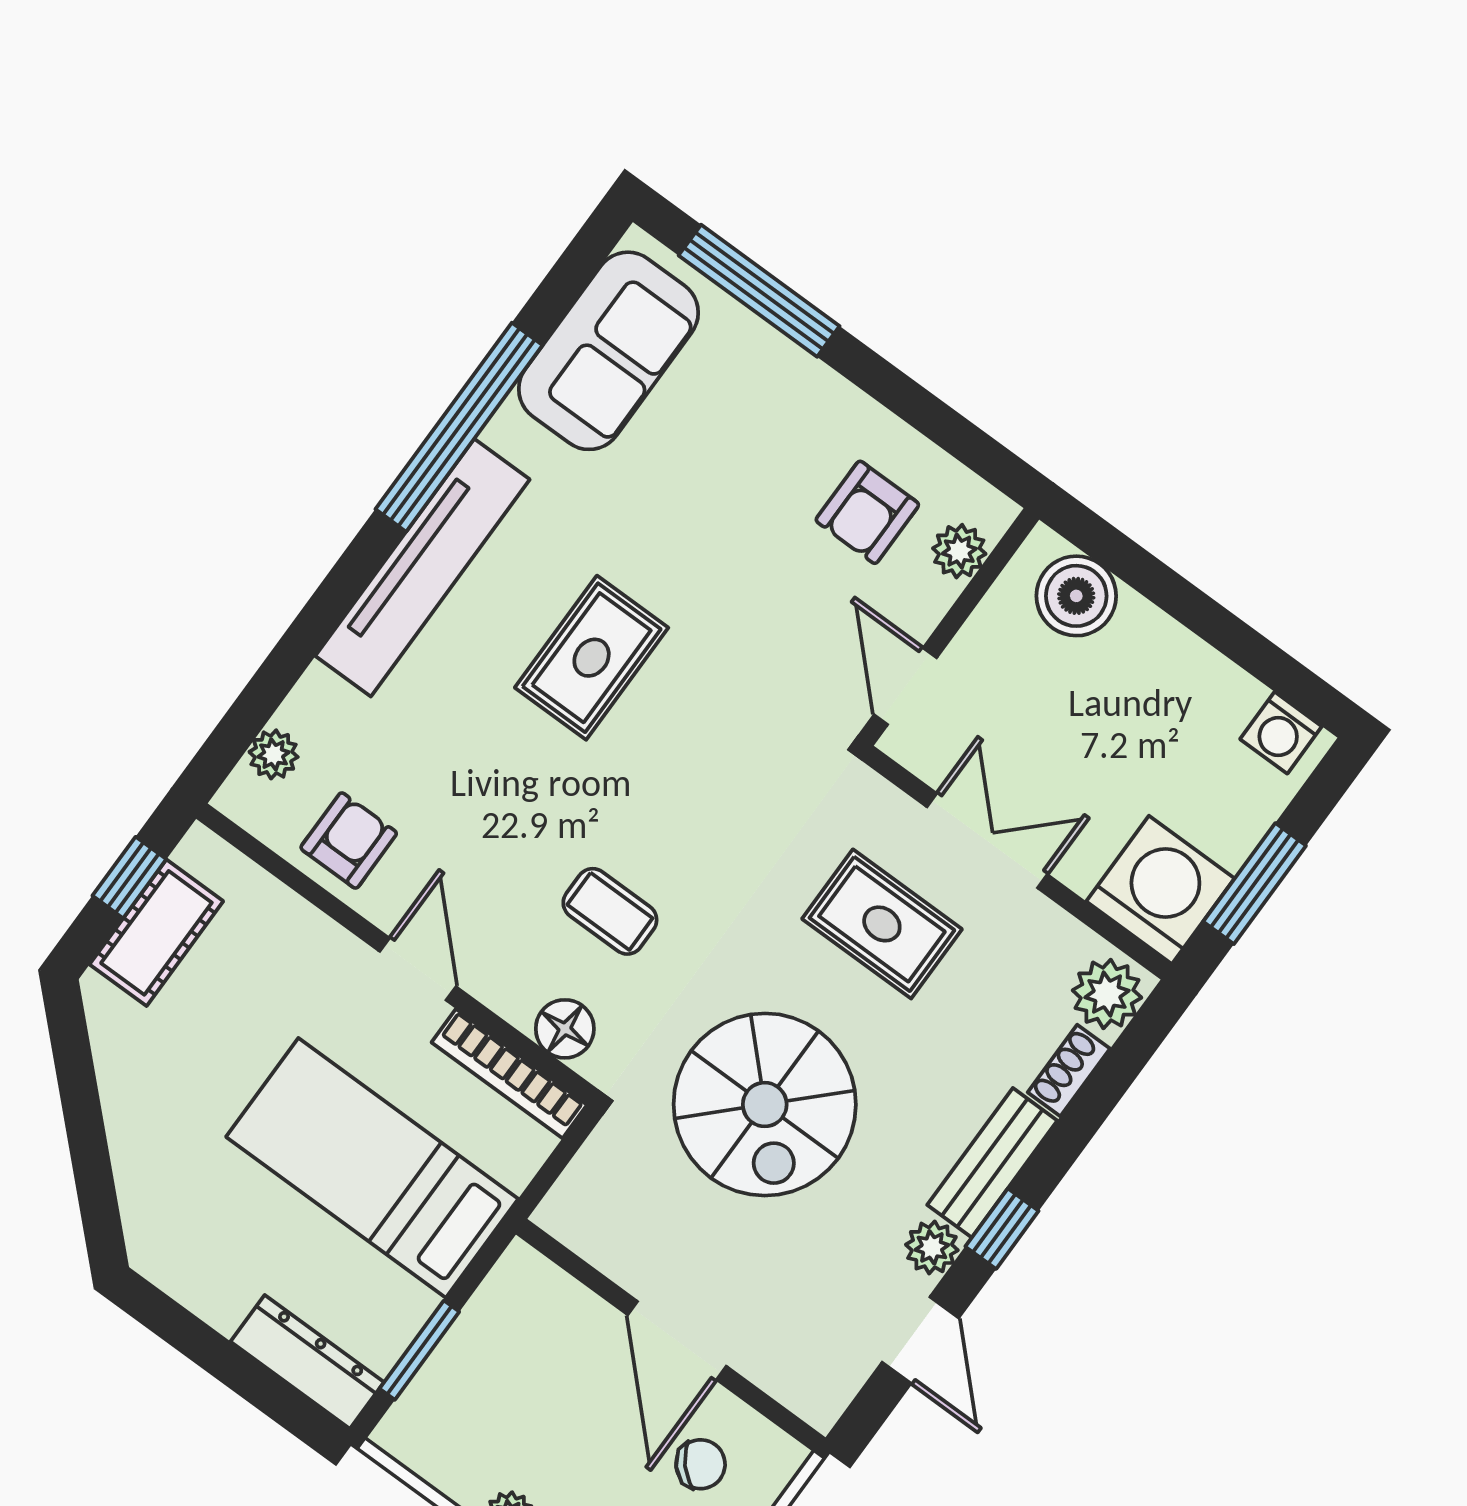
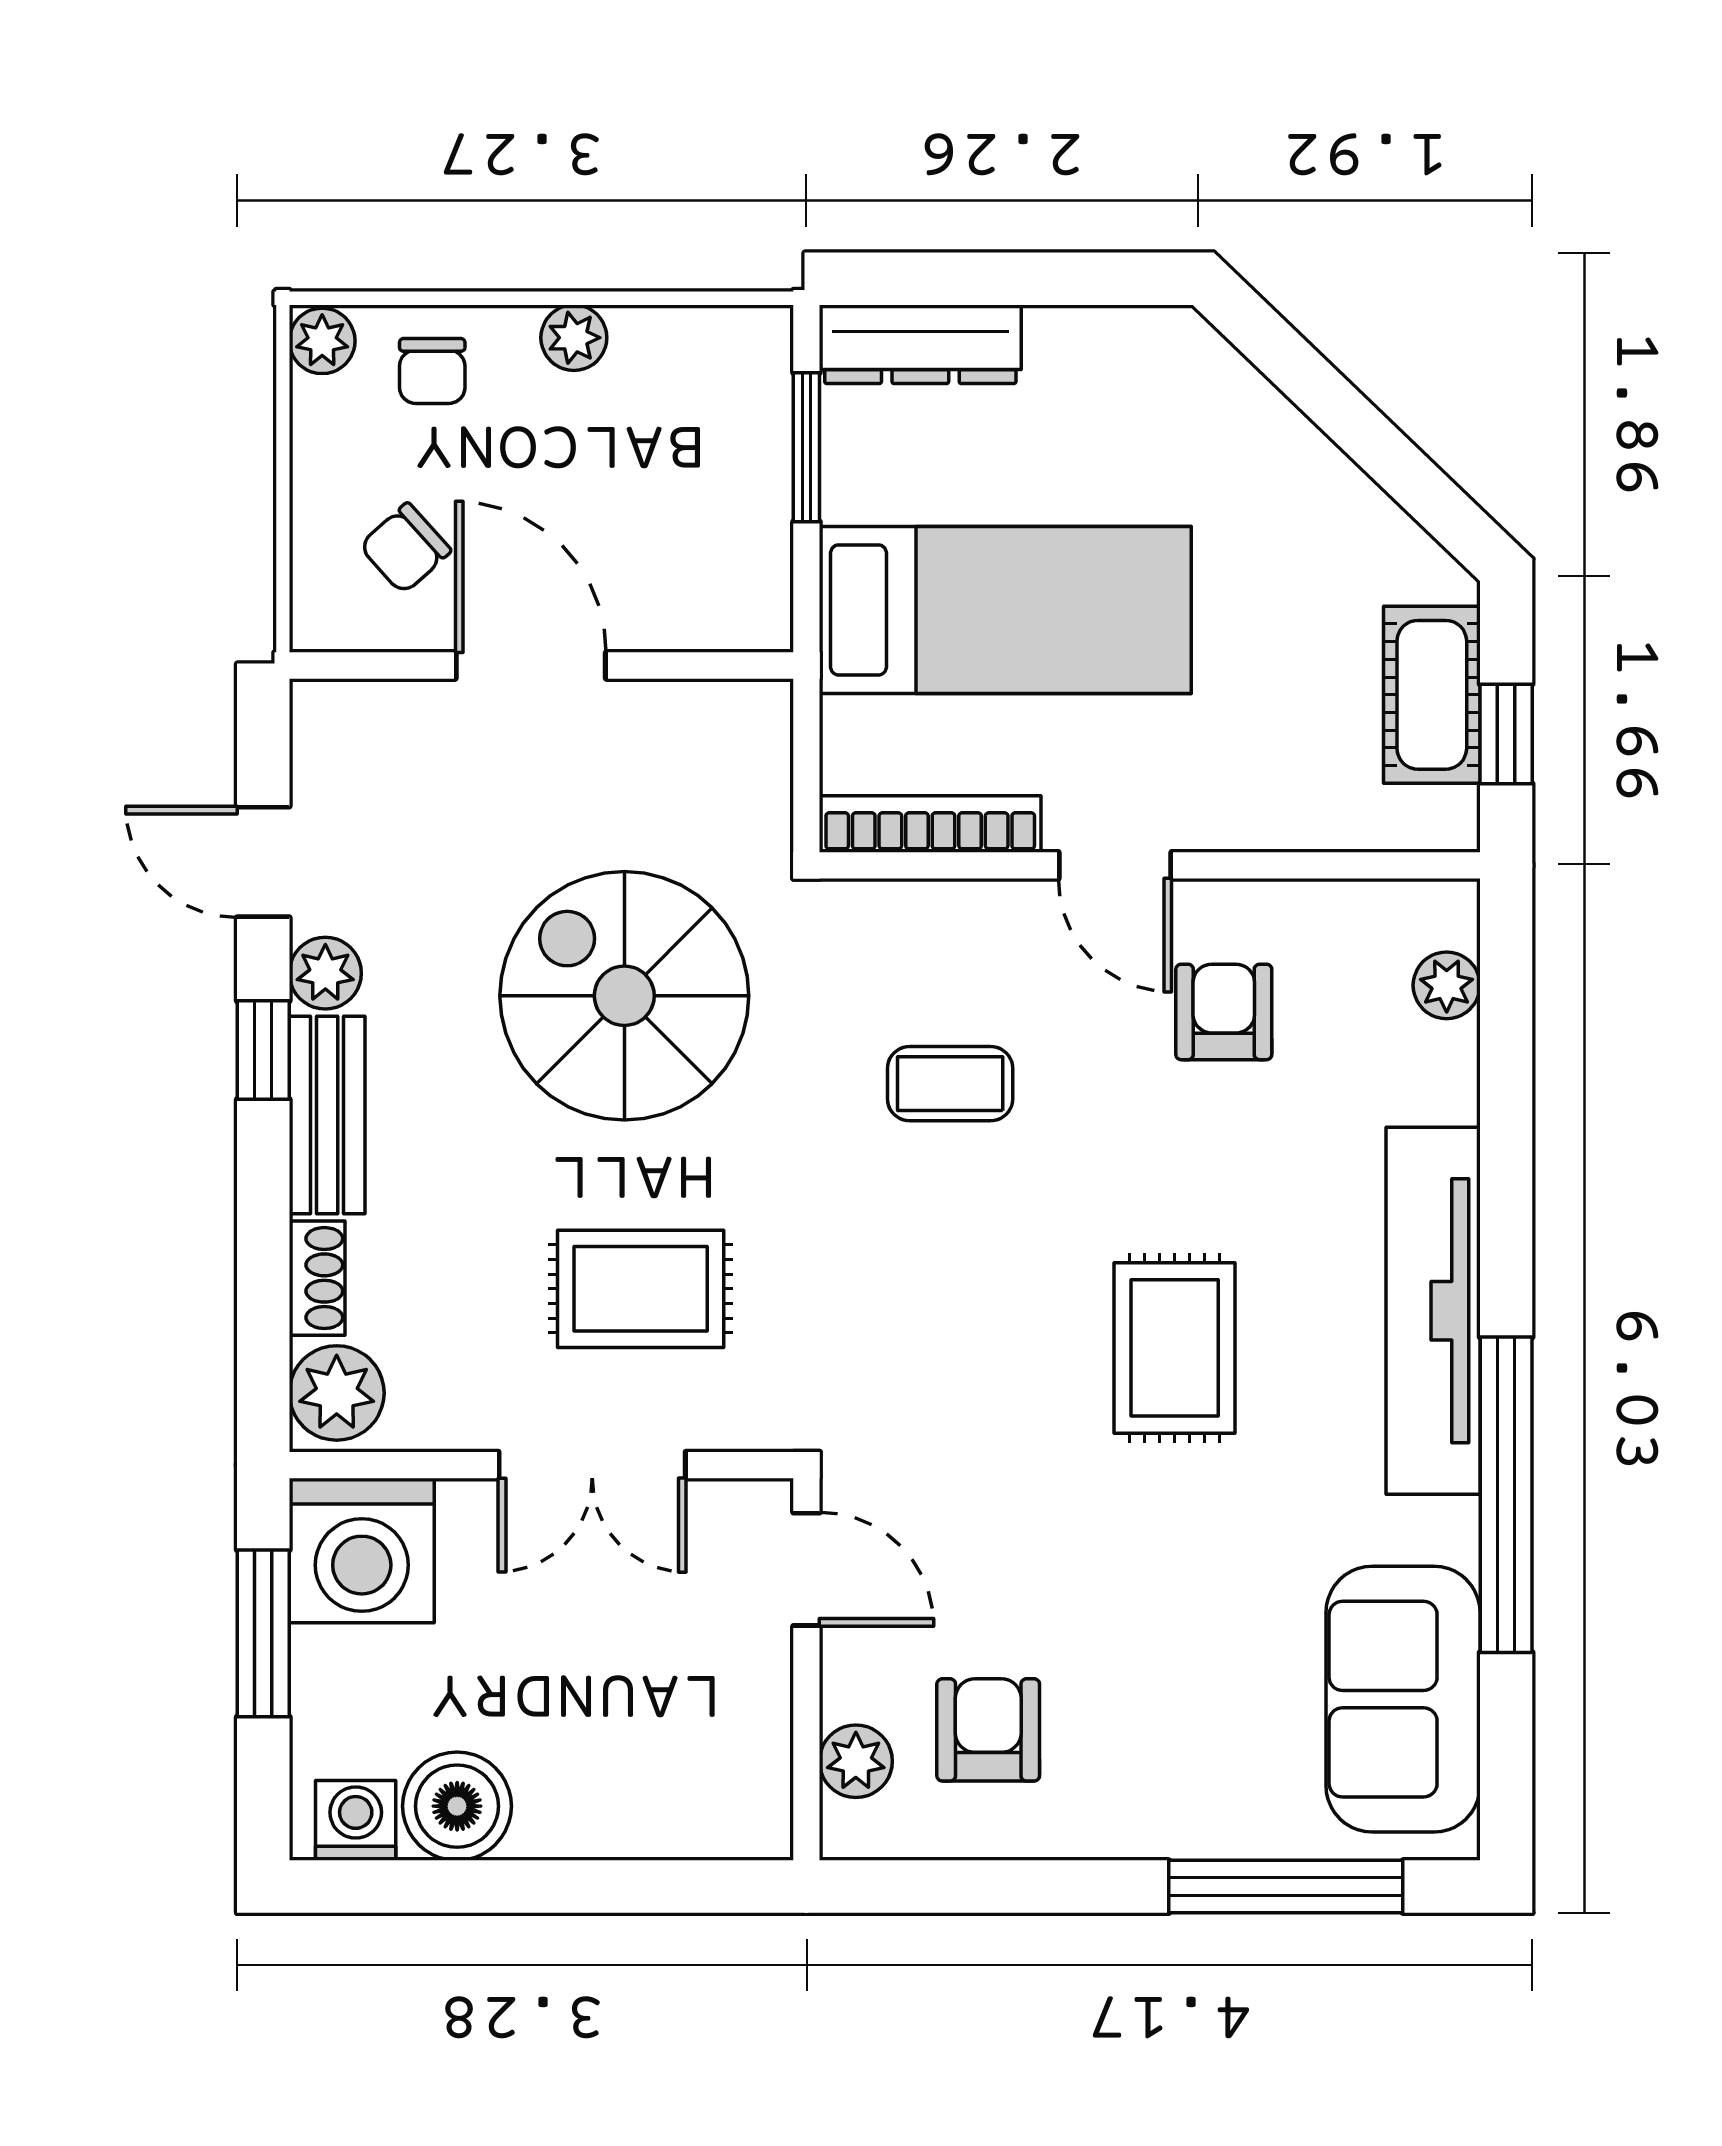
boiler: (1076, 596) -> (457, 1806), moved
armchair: (349, 840) -> (1224, 1012), moved, turned 180
floor lamp: (565, 1029) -> (905, 918), removed

